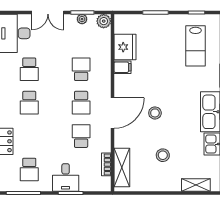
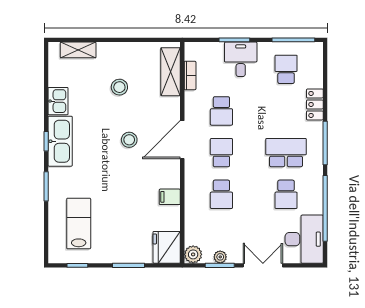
fridge: (125, 47) -> (167, 247), moved
school desk: (29, 69) -> (286, 194), turned 180
school desk: (29, 103) -> (286, 153), width x1.85

